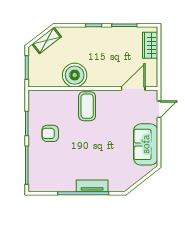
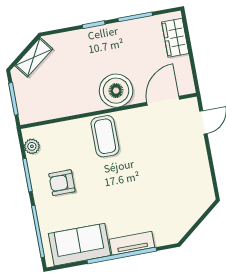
boiler: (75, 75) -> (116, 91), moved
plant: (34, 104) -> (32, 146), added
sofa: (146, 144) -> (80, 245), moved, turned 90

